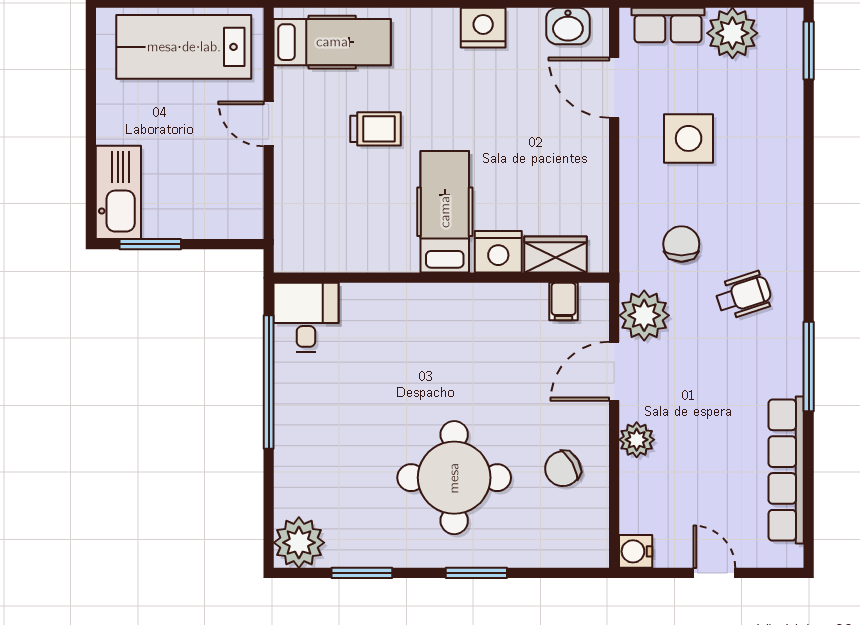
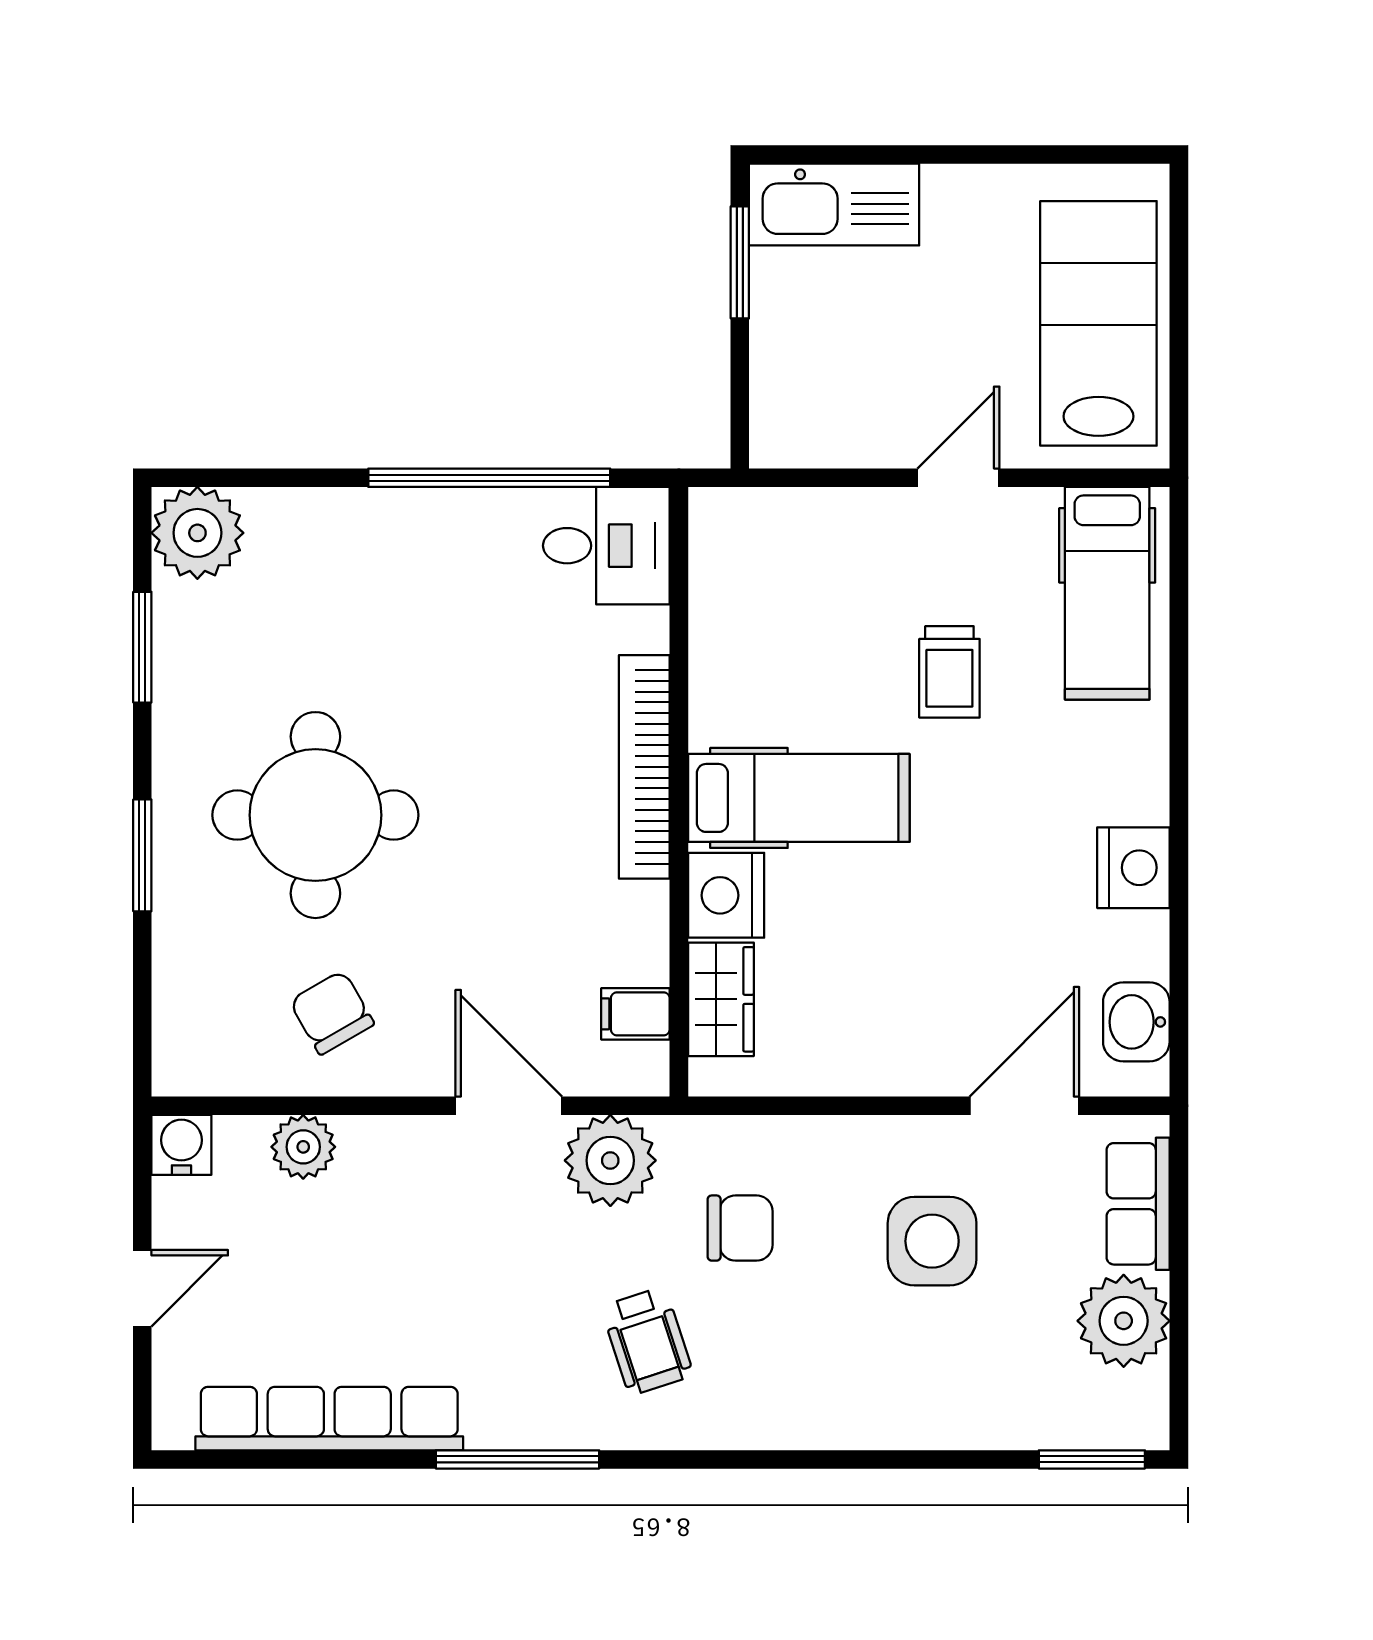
bookcase: (428, 297) -> (644, 767), added
plant: (637, 440) -> (303, 1147), moved

